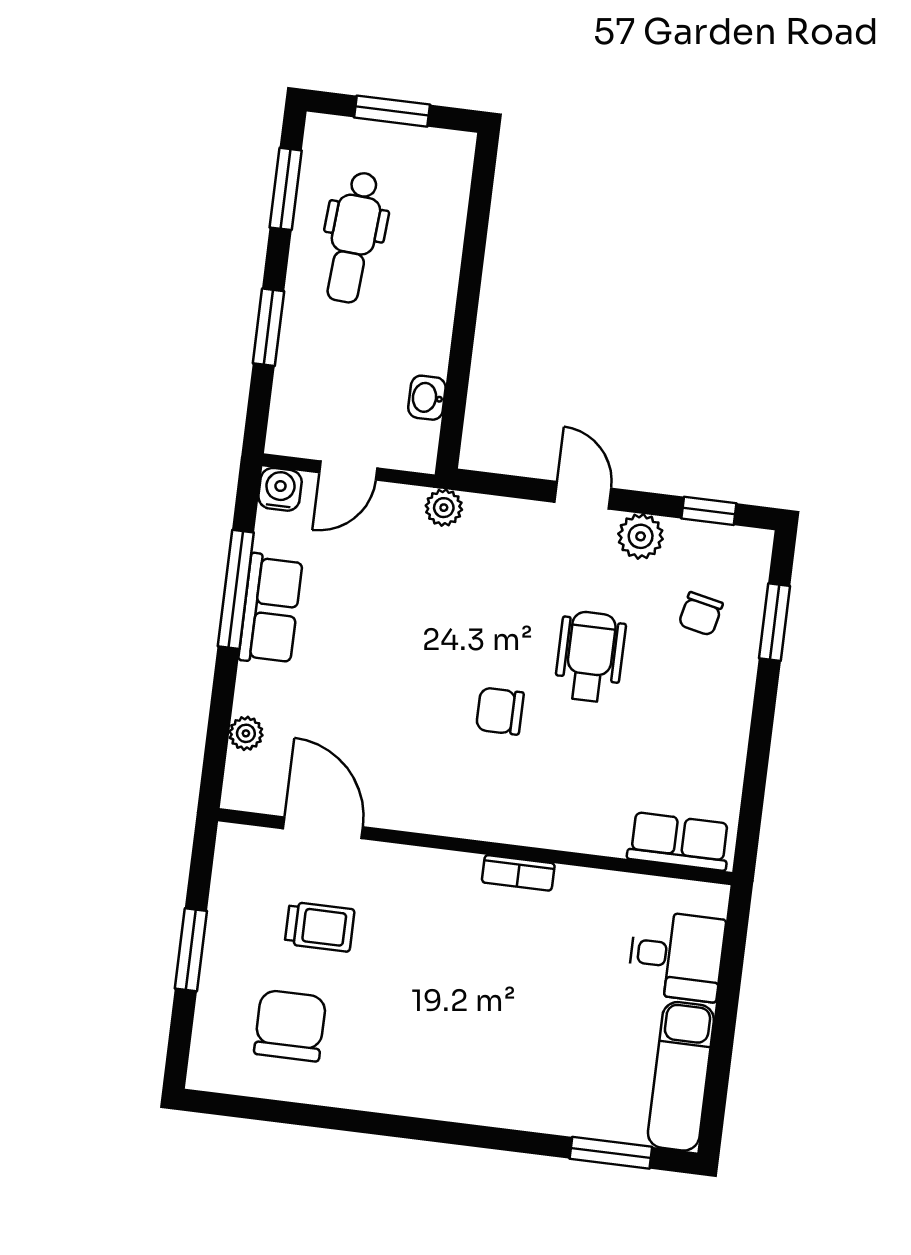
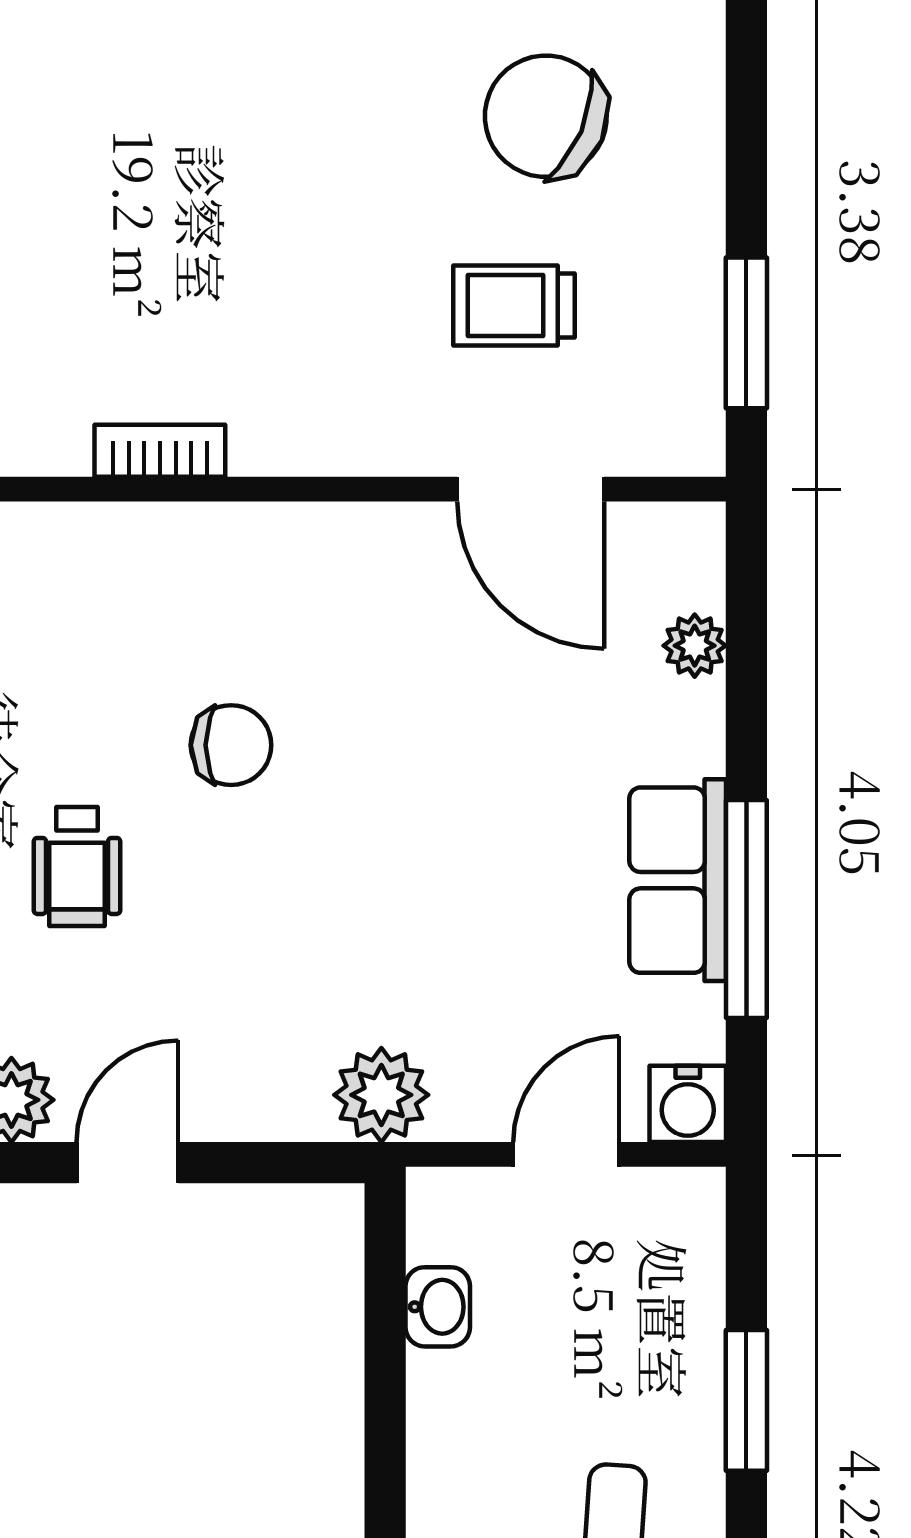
door: (583, 495) -> (127, 1163), swing flipped
plant: (444, 508) -> (381, 1095), width x1.38, depth x1.38
wheelchair: (590, 657) -> (77, 866), width x0.73, depth x0.73
window: (191, 950) -> (746, 333), moved
chair: (290, 1026) -> (546, 116), turned 113

